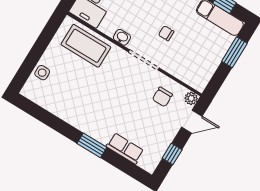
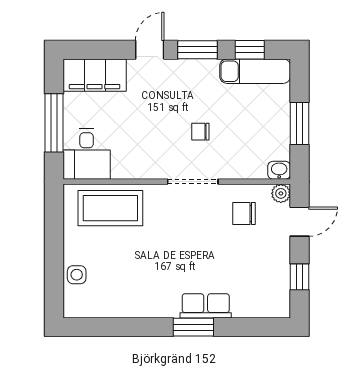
washbasin: (122, 37) -> (279, 170), moved
window: (234, 52) -> (300, 124), moved
chair: (162, 97) -> (244, 213), turned 90
row of seats: (125, 149) -> (206, 306), moved

